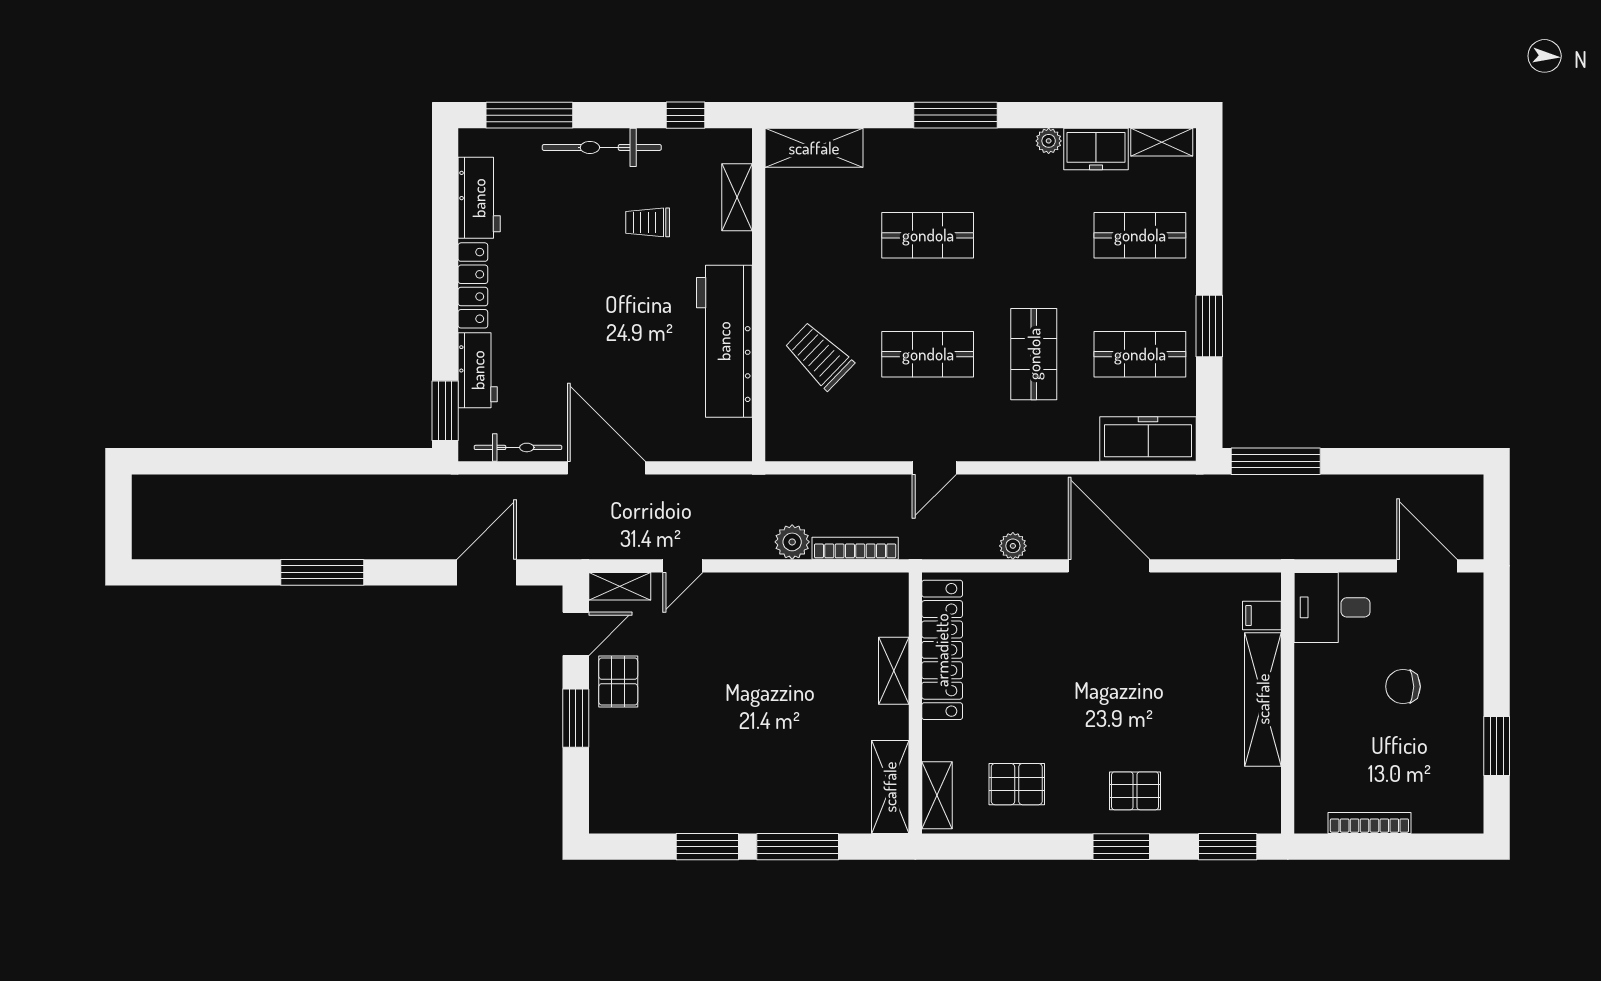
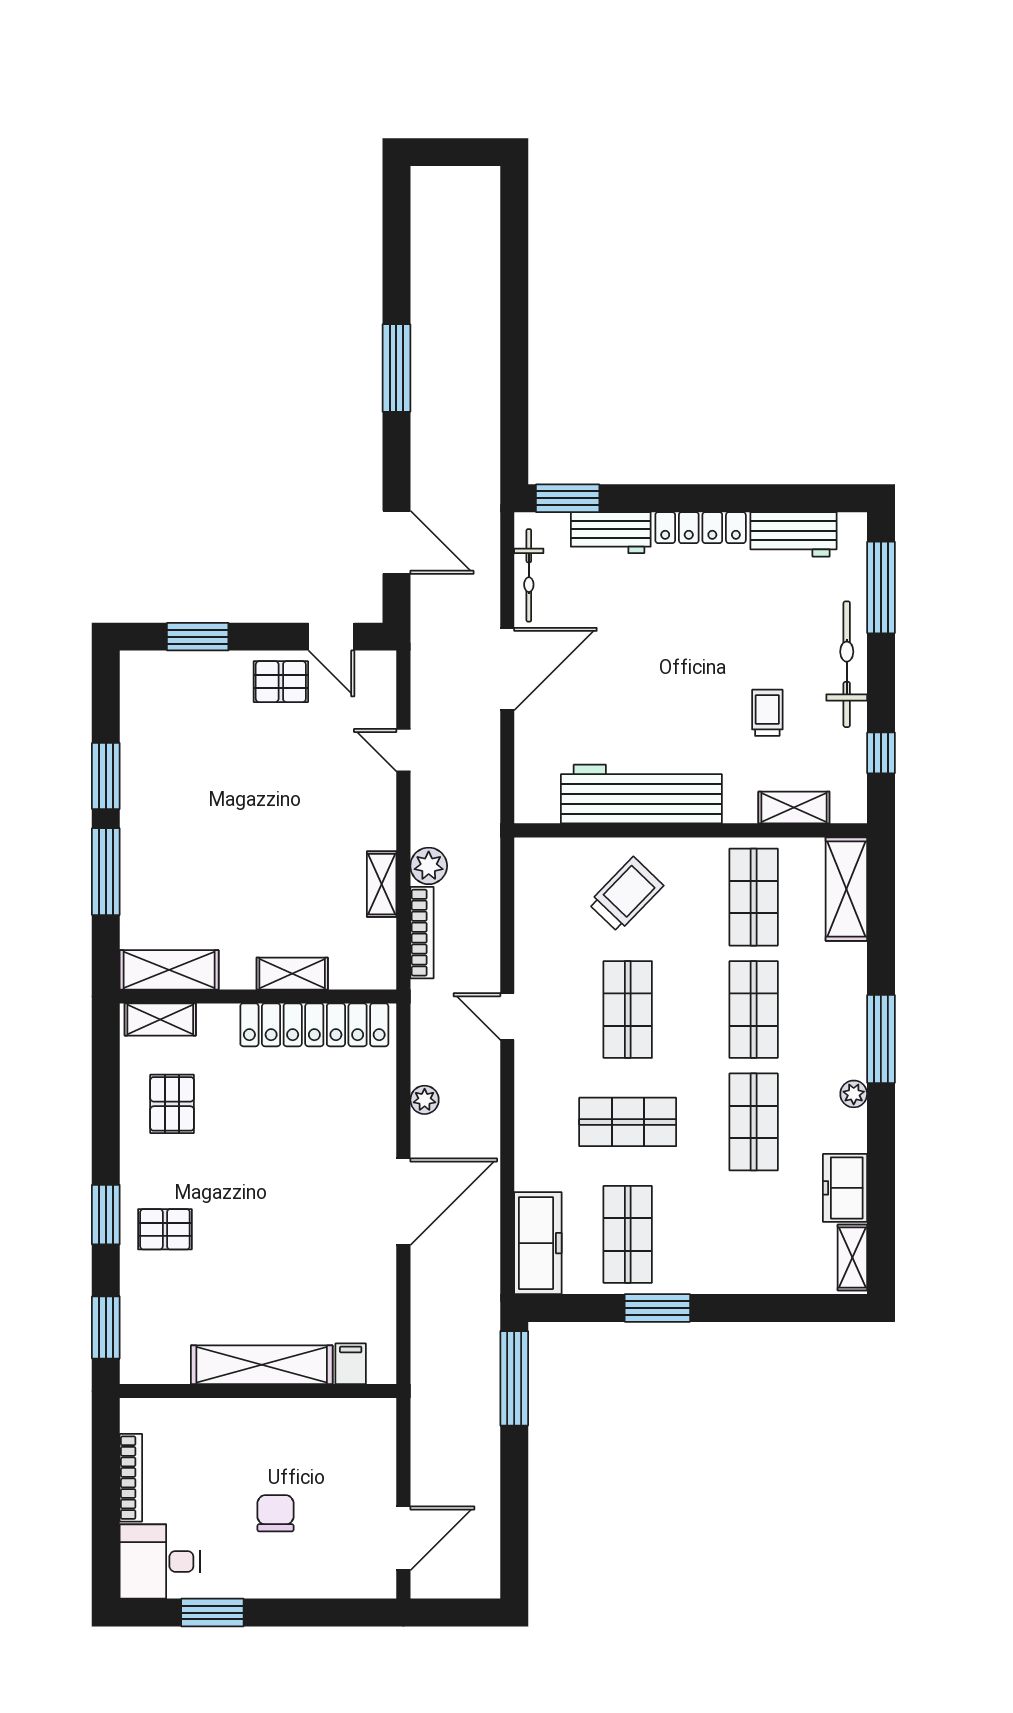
plant: (1049, 141) -> (854, 1094), moved
shop shelf: (822, 235) -> (754, 897), added
shop shelf: (1140, 235) -> (754, 1122), moved
shelving: (620, 586) -> (382, 884), moved
desk: (1332, 607) -> (160, 1561), moved, turned -90
window: (576, 718) -> (198, 637), moved
pallet: (1135, 791) -> (165, 1229), turned 90

